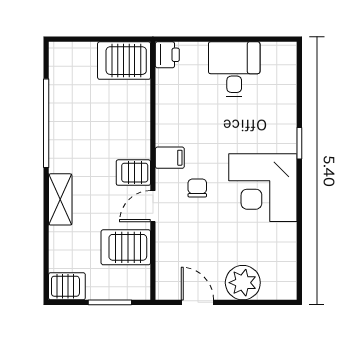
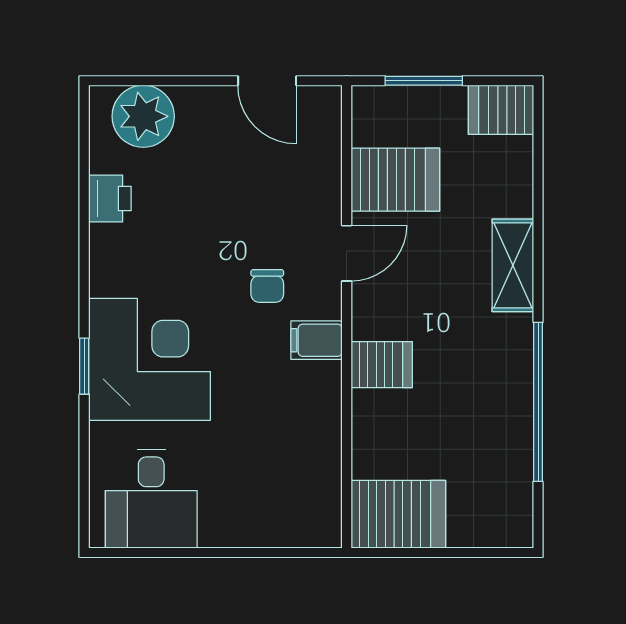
printer: (167, 55) -> (110, 199), moved, turned 180
desk: (234, 69) -> (151, 499), moved
server rack: (133, 173) -> (382, 365), moved
corner desk: (263, 188) -> (150, 359), moved
plant: (243, 283) -> (143, 116), moved

